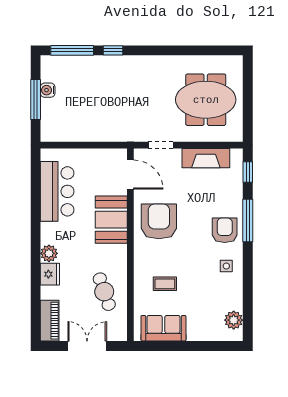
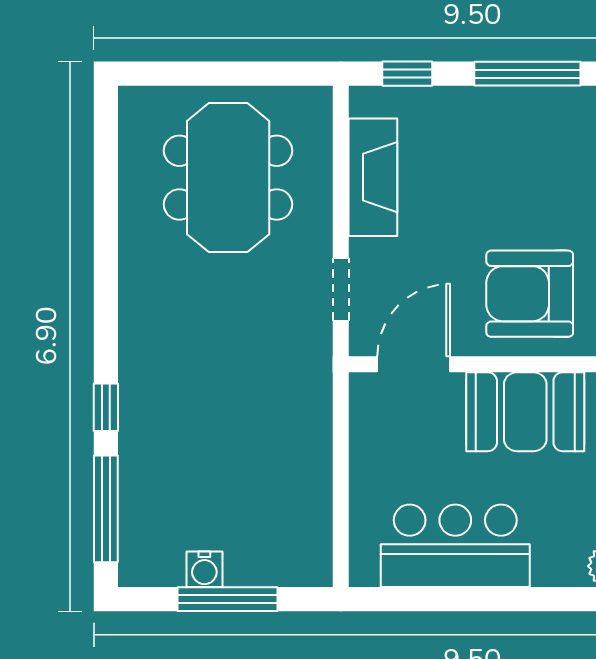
armchair: (225, 230) -> (552, 131), removed

